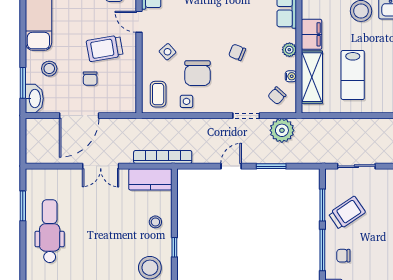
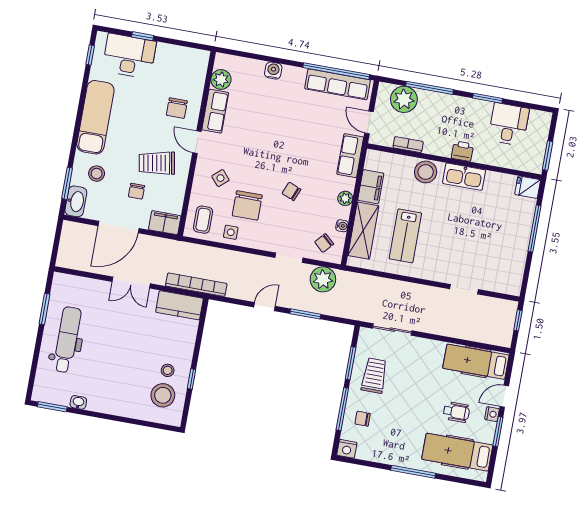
filing cabinet: (122, 104) -> (165, 223), added
trolley: (347, 213) -> (374, 376), turned -56
stool: (155, 222) -> (168, 370), moved

